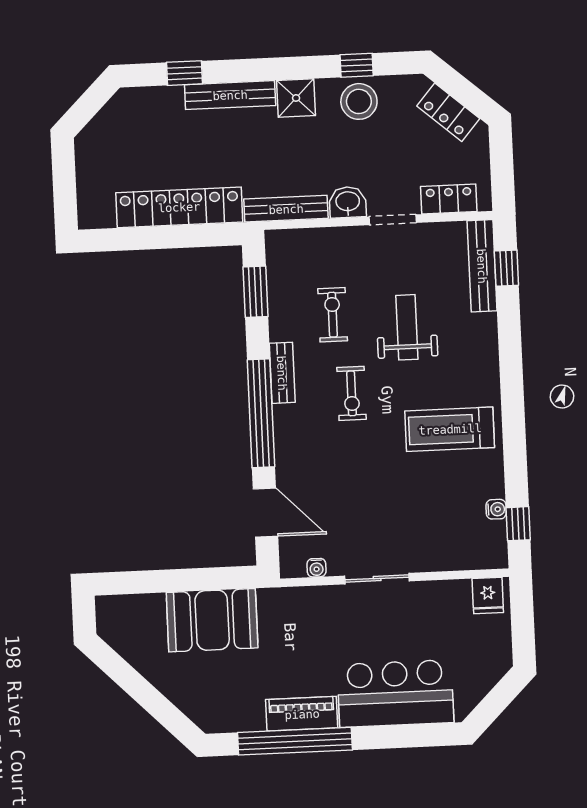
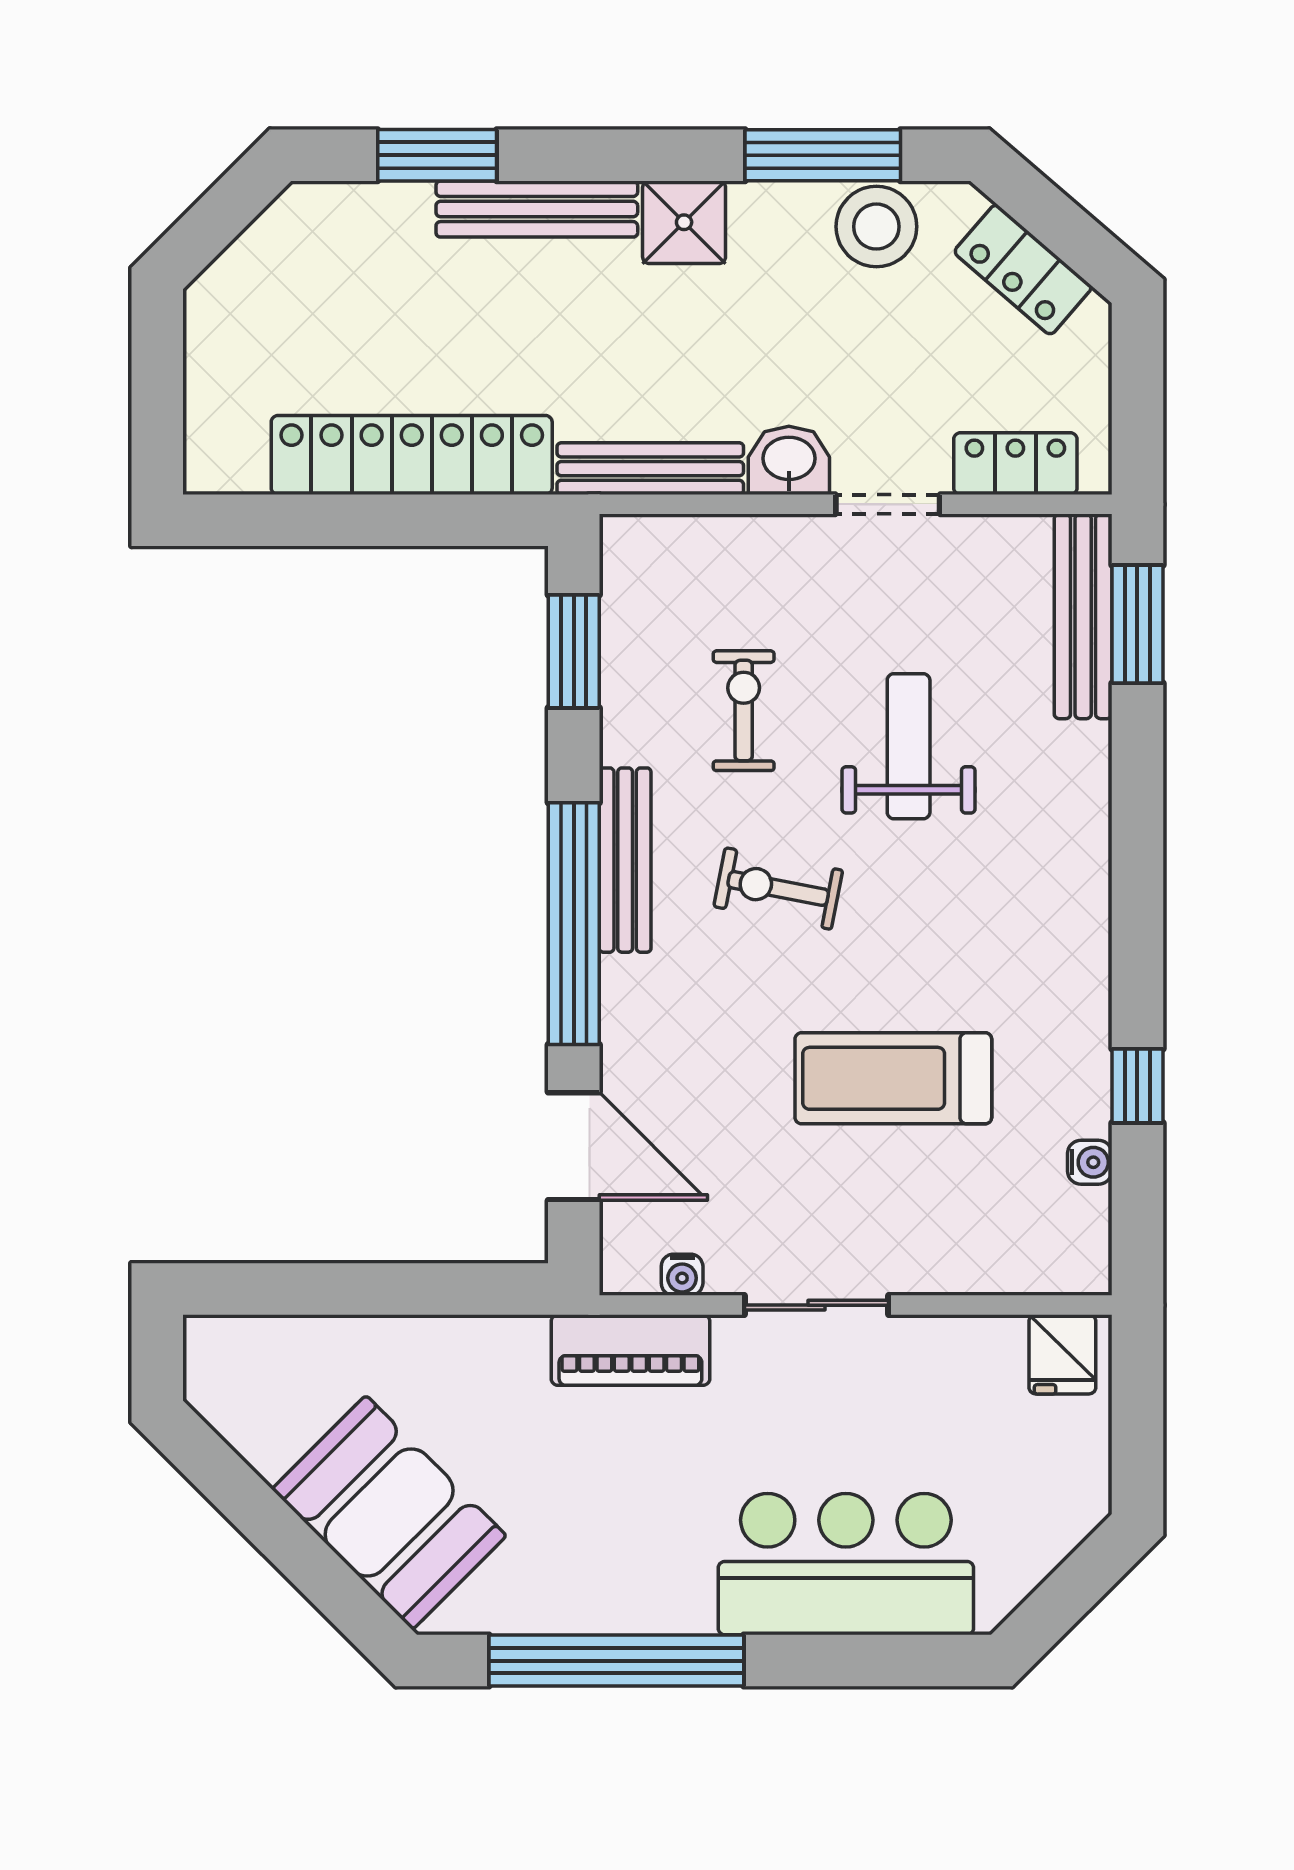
window: (357, 65) -> (823, 155), width x2.17
window: (185, 73) -> (437, 155), width x1.50
stool: (359, 101) -> (876, 227), moved
window: (506, 268) -> (1137, 624), width x1.50
bench: (282, 373) -> (625, 860), width x1.36
exercise bike: (352, 393) -> (778, 888), turned 101
treadmill: (450, 429) -> (893, 1078), moved
window: (518, 524) -> (1137, 1086), moved
booth: (212, 620) -> (389, 1512), moved, turned 45
piano: (302, 714) -> (630, 1350), moved, turned 180

